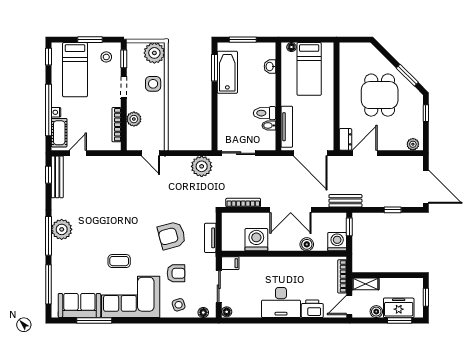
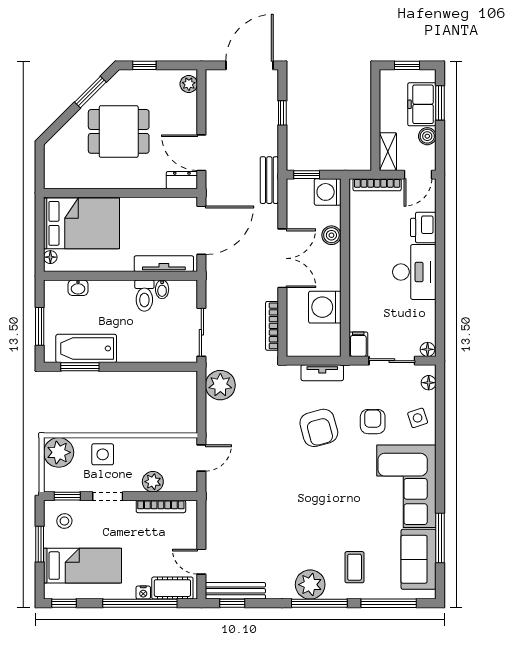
bed: (309, 69) -> (82, 223), width x1.50
coffee table: (119, 261) -> (355, 567), moved
door: (349, 305) -> (418, 175), hinge flipped

